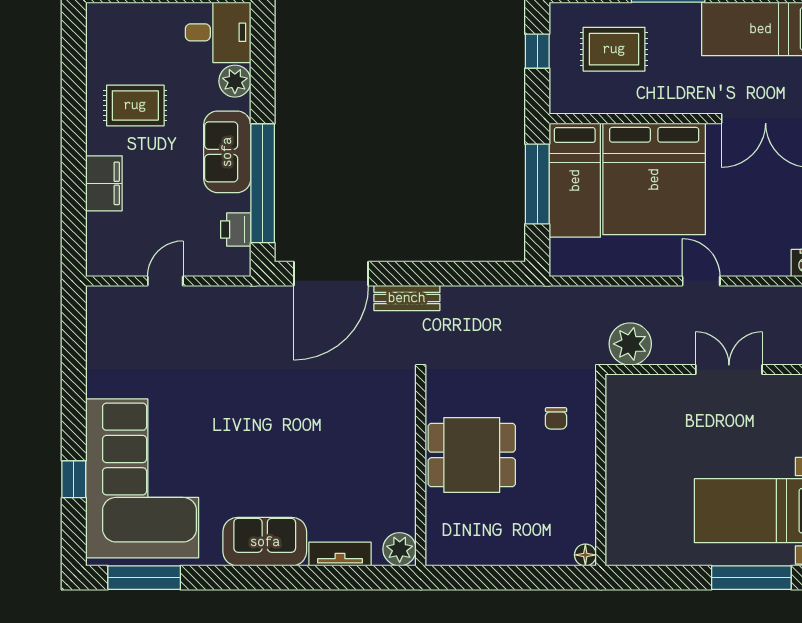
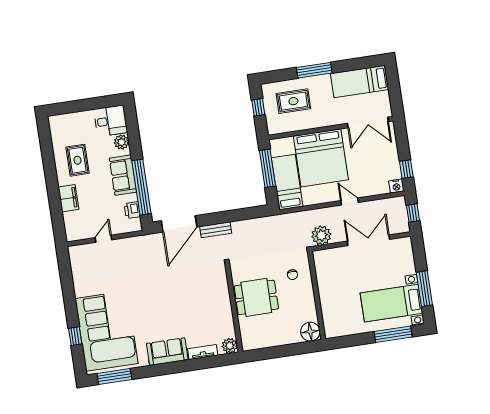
rug: (135, 105) -> (78, 160), turned 90
bed: (575, 180) -> (287, 182), moved, turned 180
double door: (729, 370) -> (368, 240), width x1.37
floor lamp: (585, 555) -> (310, 332), width x1.89, depth x1.89

